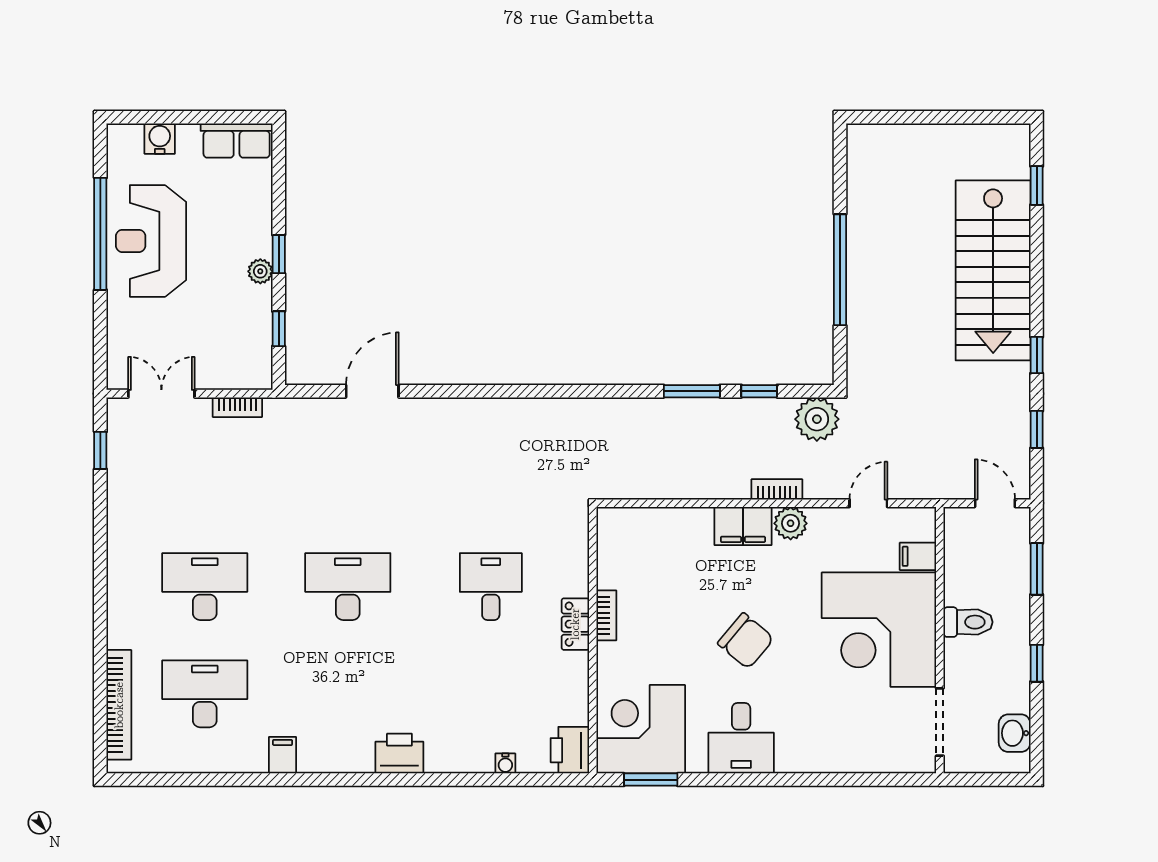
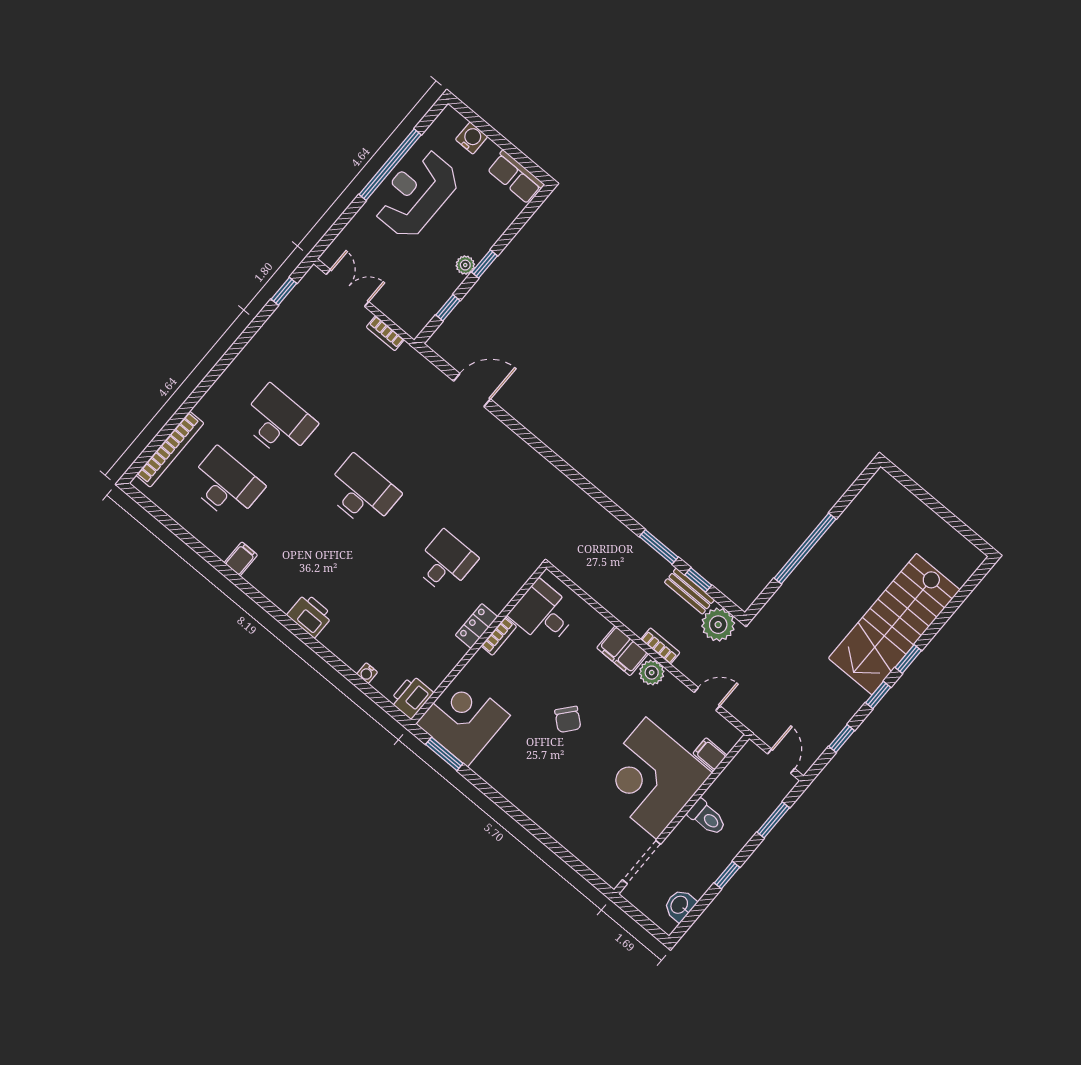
window: (1037, 186) -> (908, 659), moved
bench: (760, 410) -> (689, 591), added
chair: (746, 641) -> (568, 719), width x0.73, depth x0.73
desk: (741, 738) -> (543, 613), moved, turned 90

